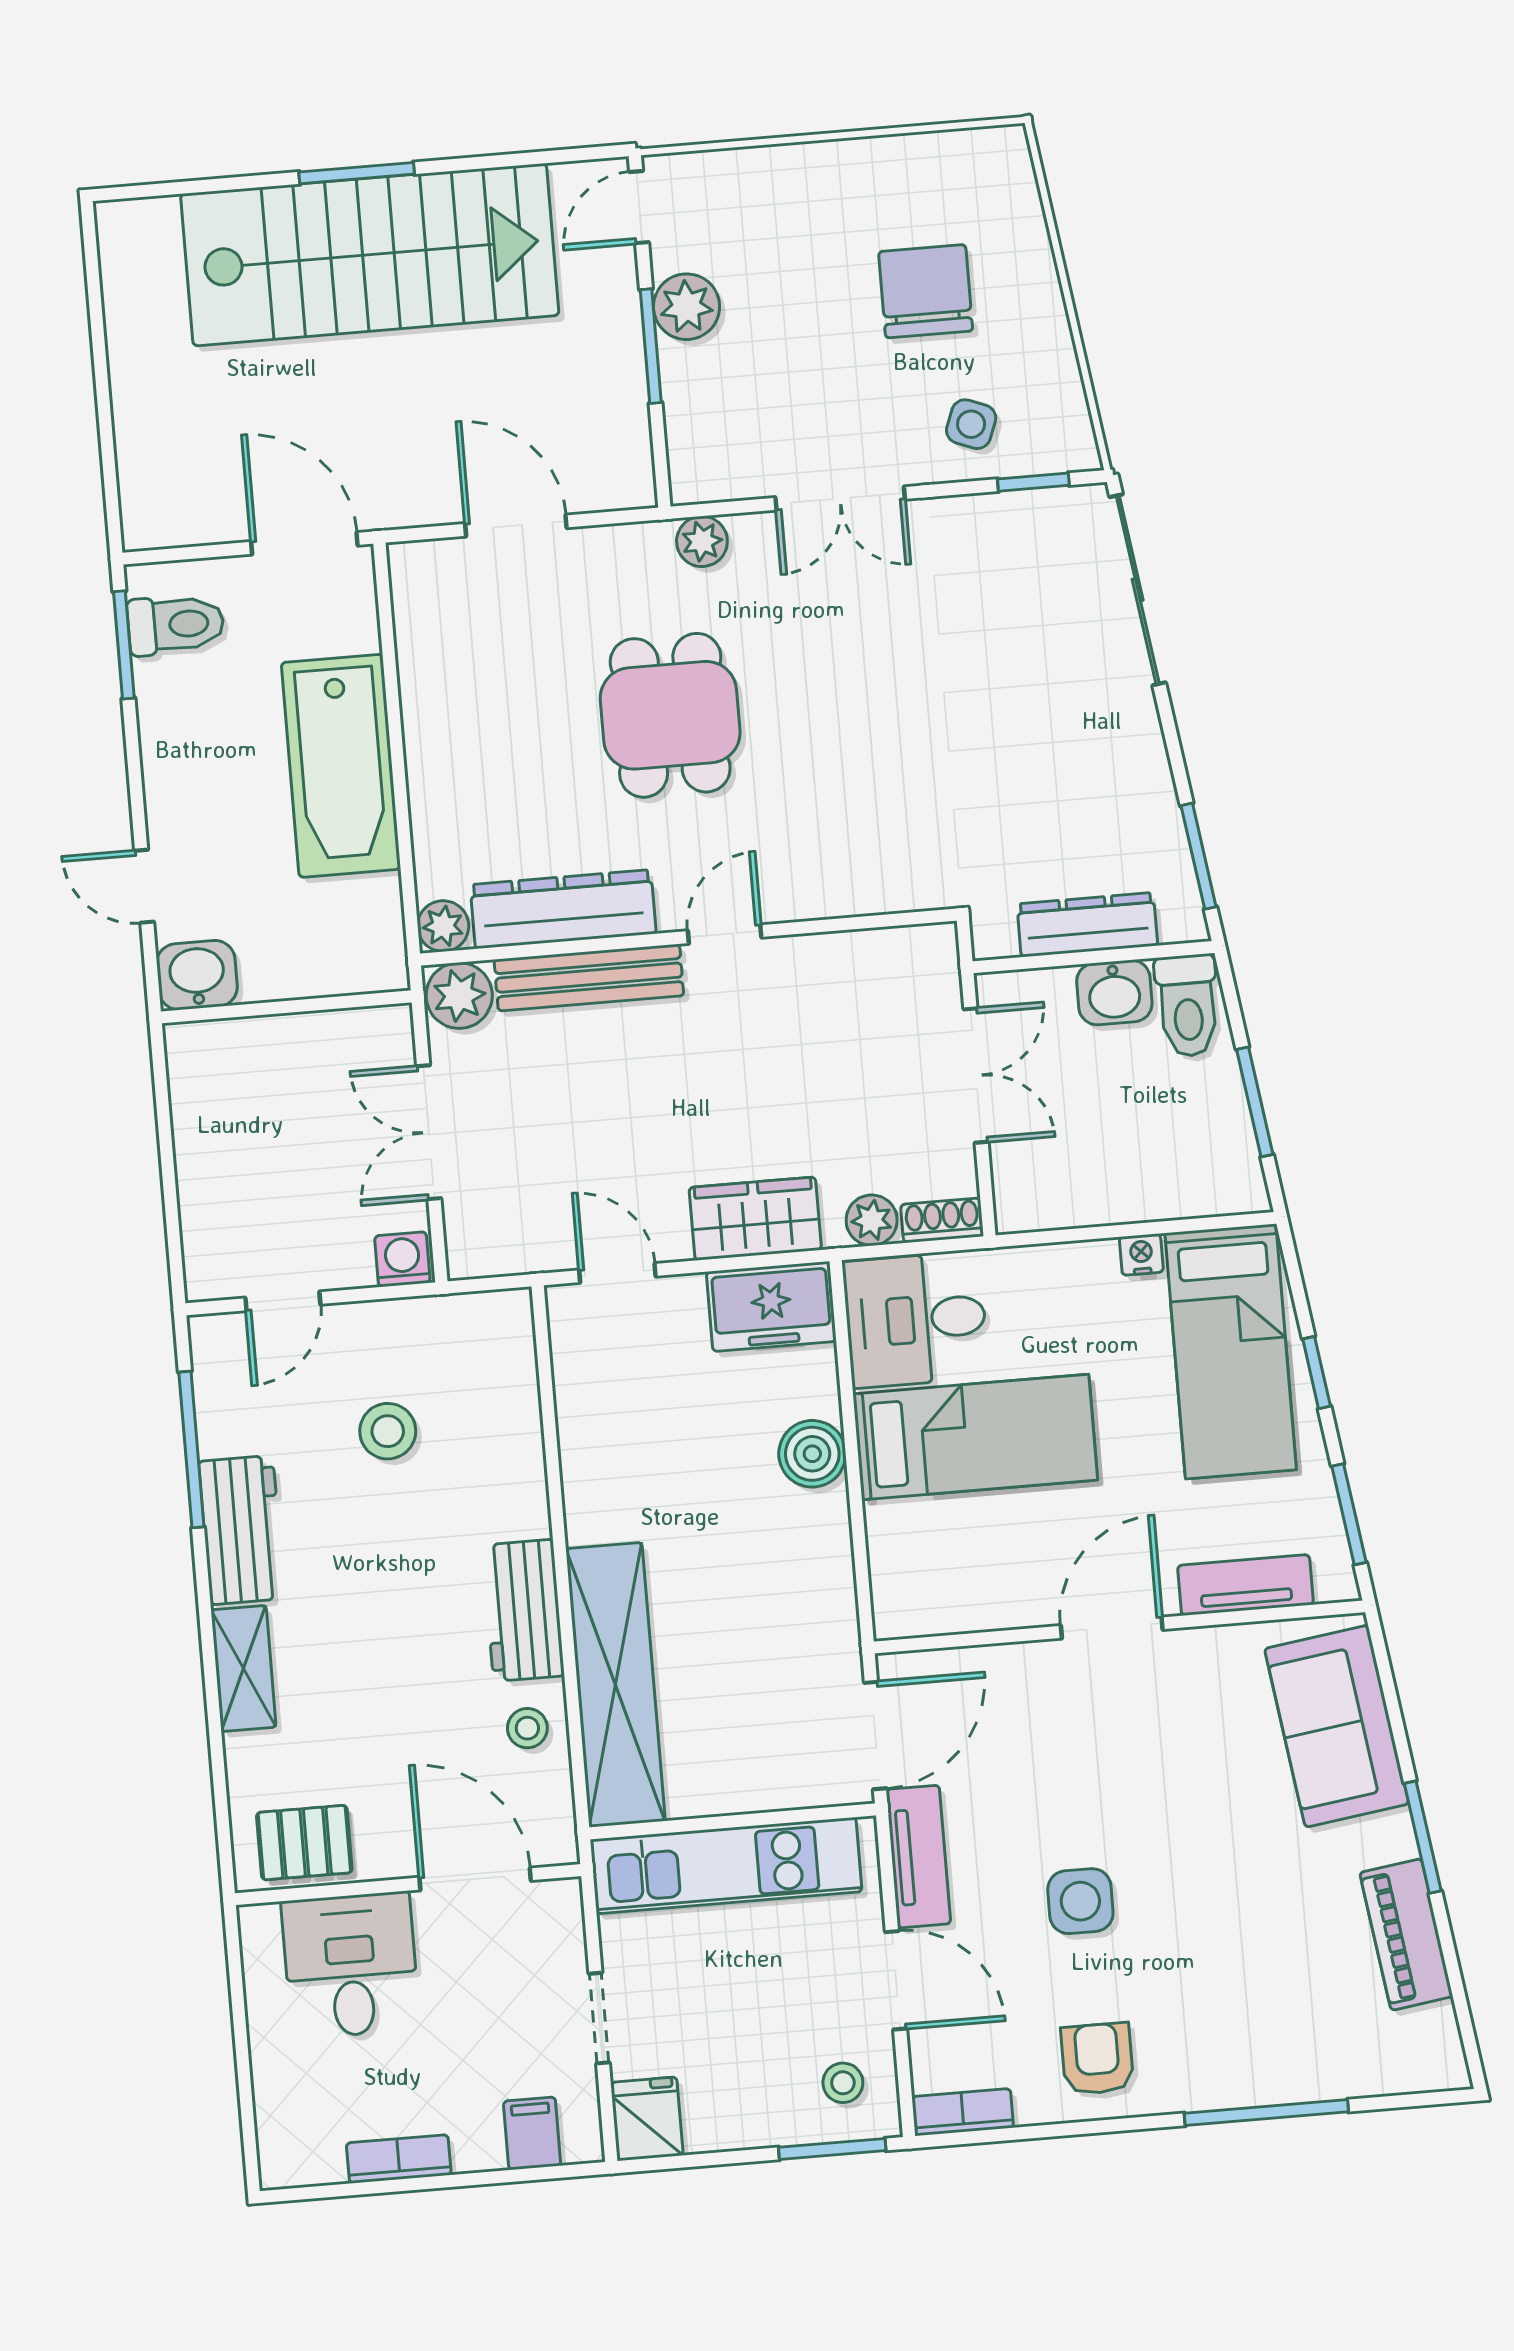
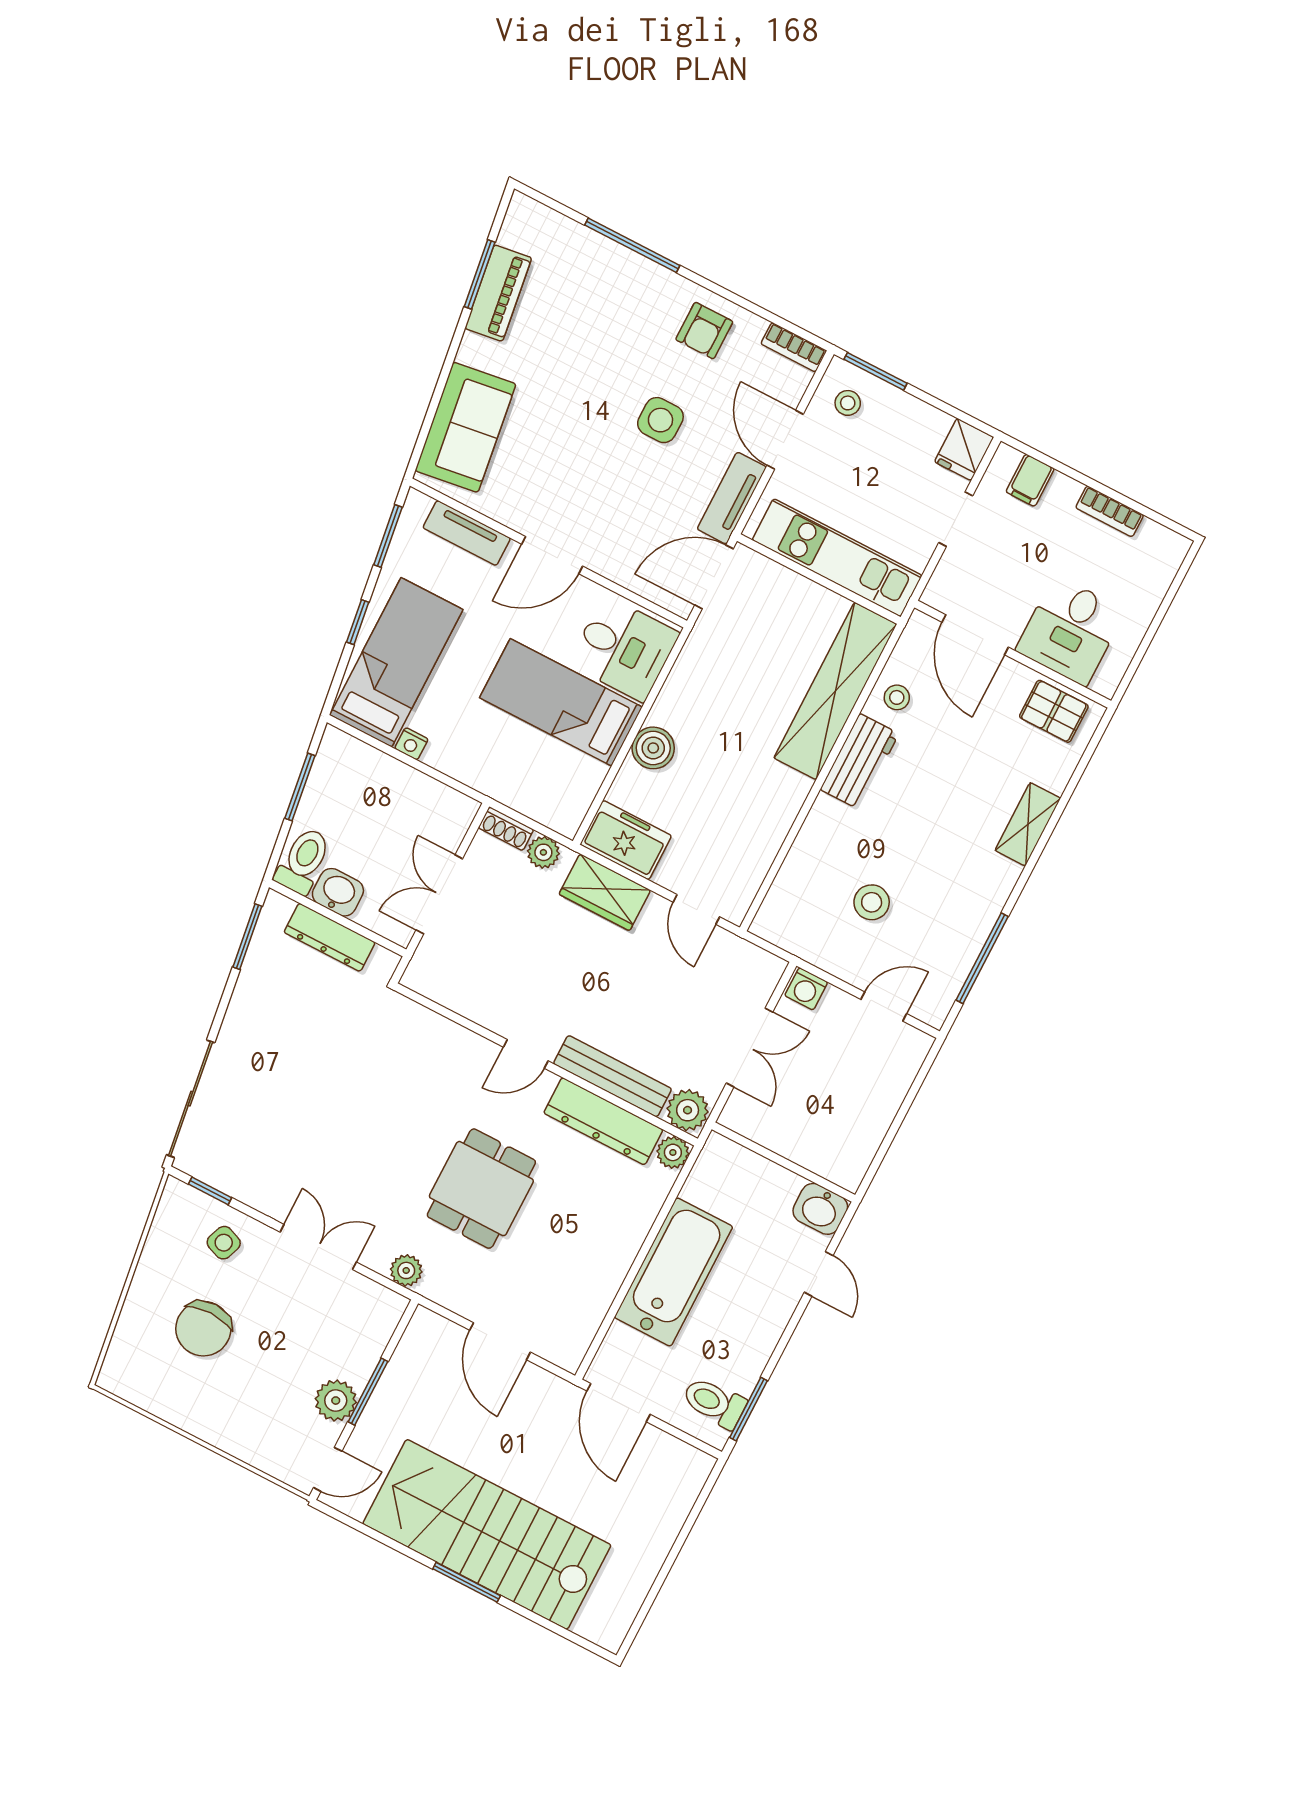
desk: (916, 1320) -> (624, 649), moved
workbench: (242, 1530) -> (982, 899), removed
window: (1423, 1837) -> (480, 274), moved

